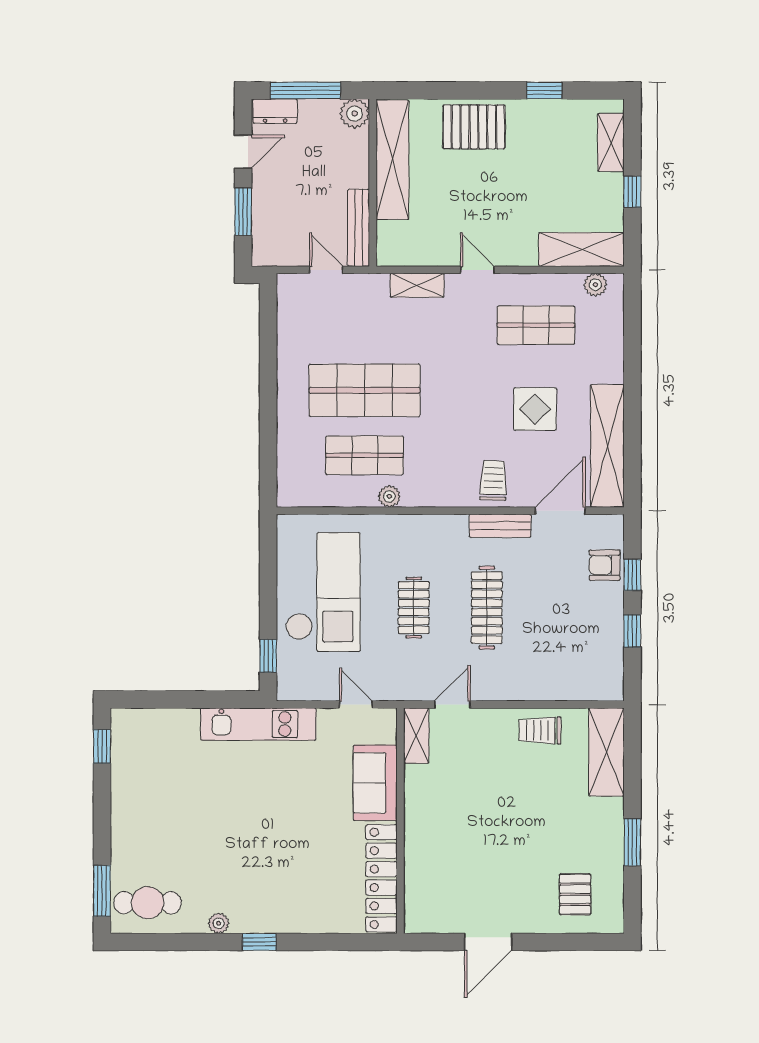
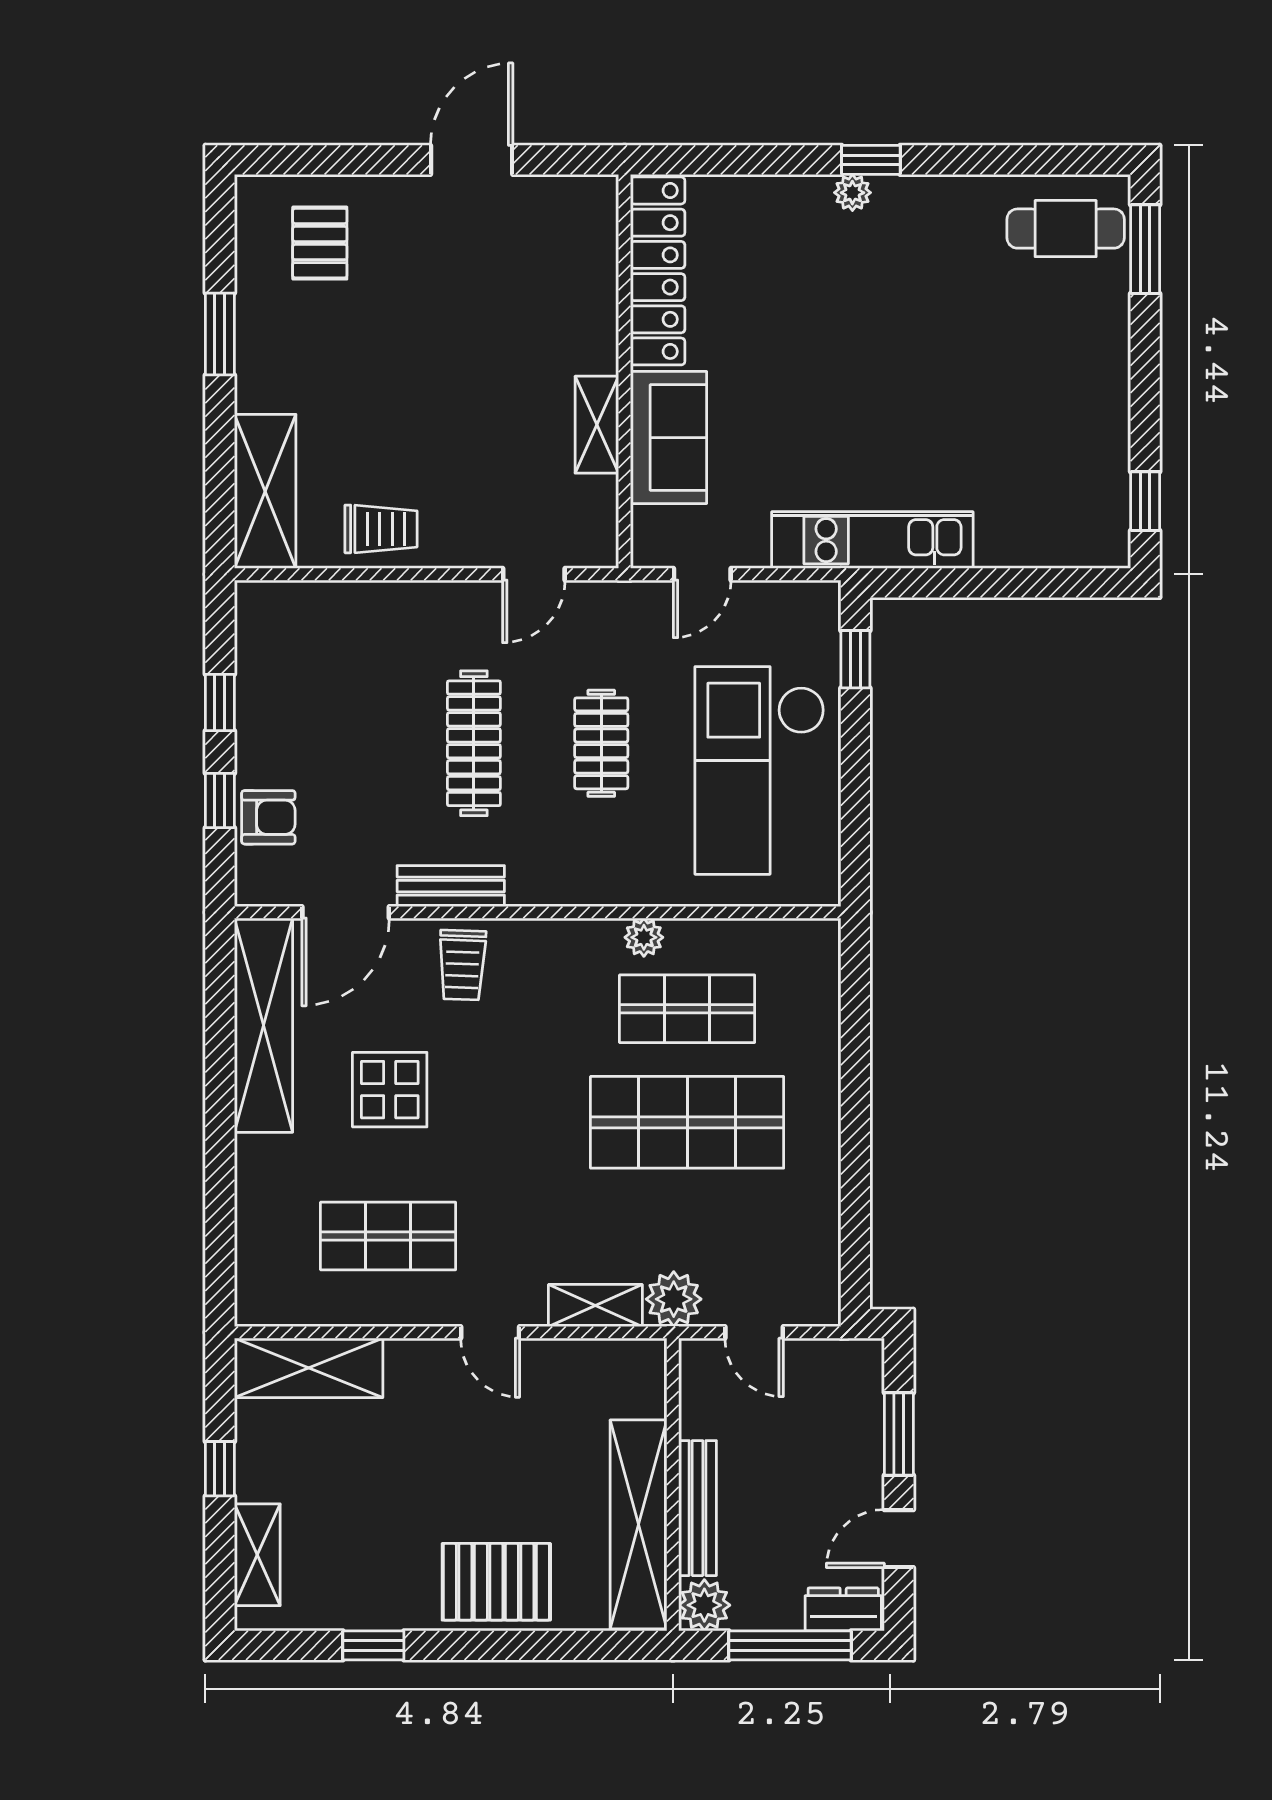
bench: (359, 228) -> (697, 1508), moved
plant: (595, 285) -> (674, 1299), moved, width x1.38, depth x1.38
door: (356, 704) -> (702, 574), hinge flipped
shelving: (416, 736) -> (597, 425), moved
plant: (219, 923) -> (852, 193), moved

